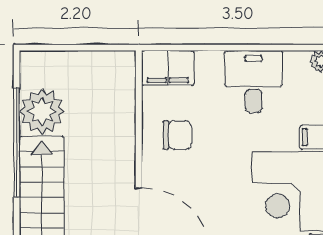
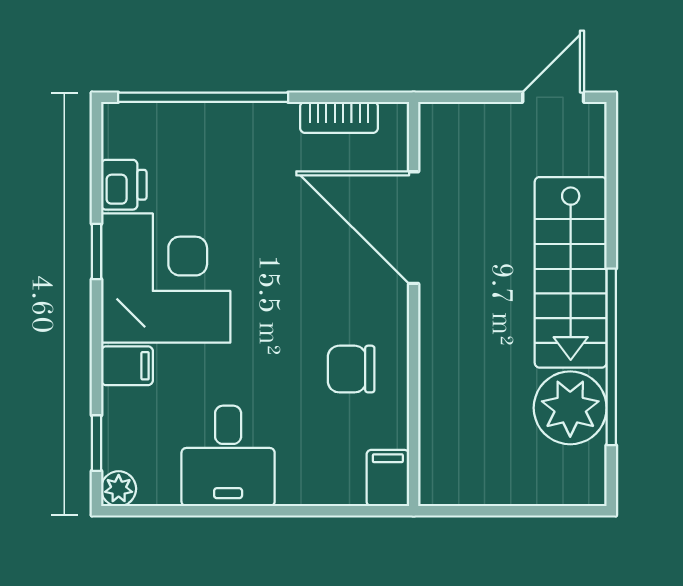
filing cabinet: (168, 68) -> (388, 478), width x0.50

